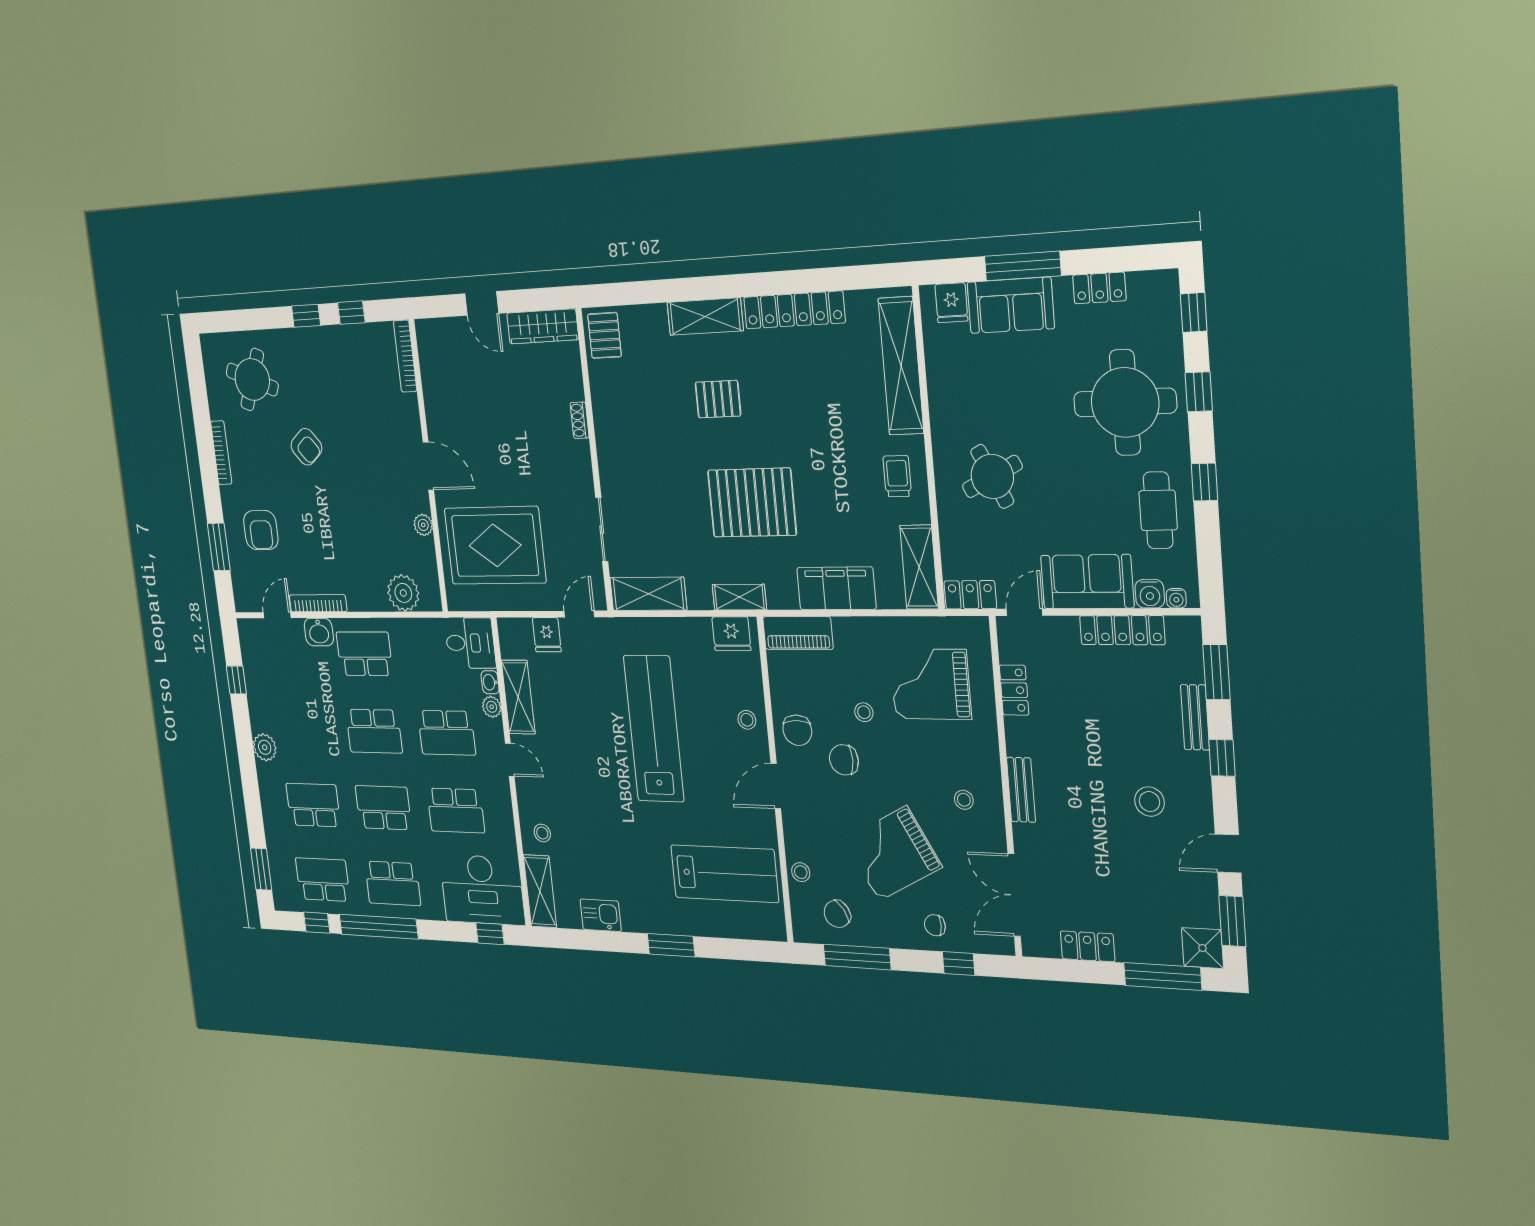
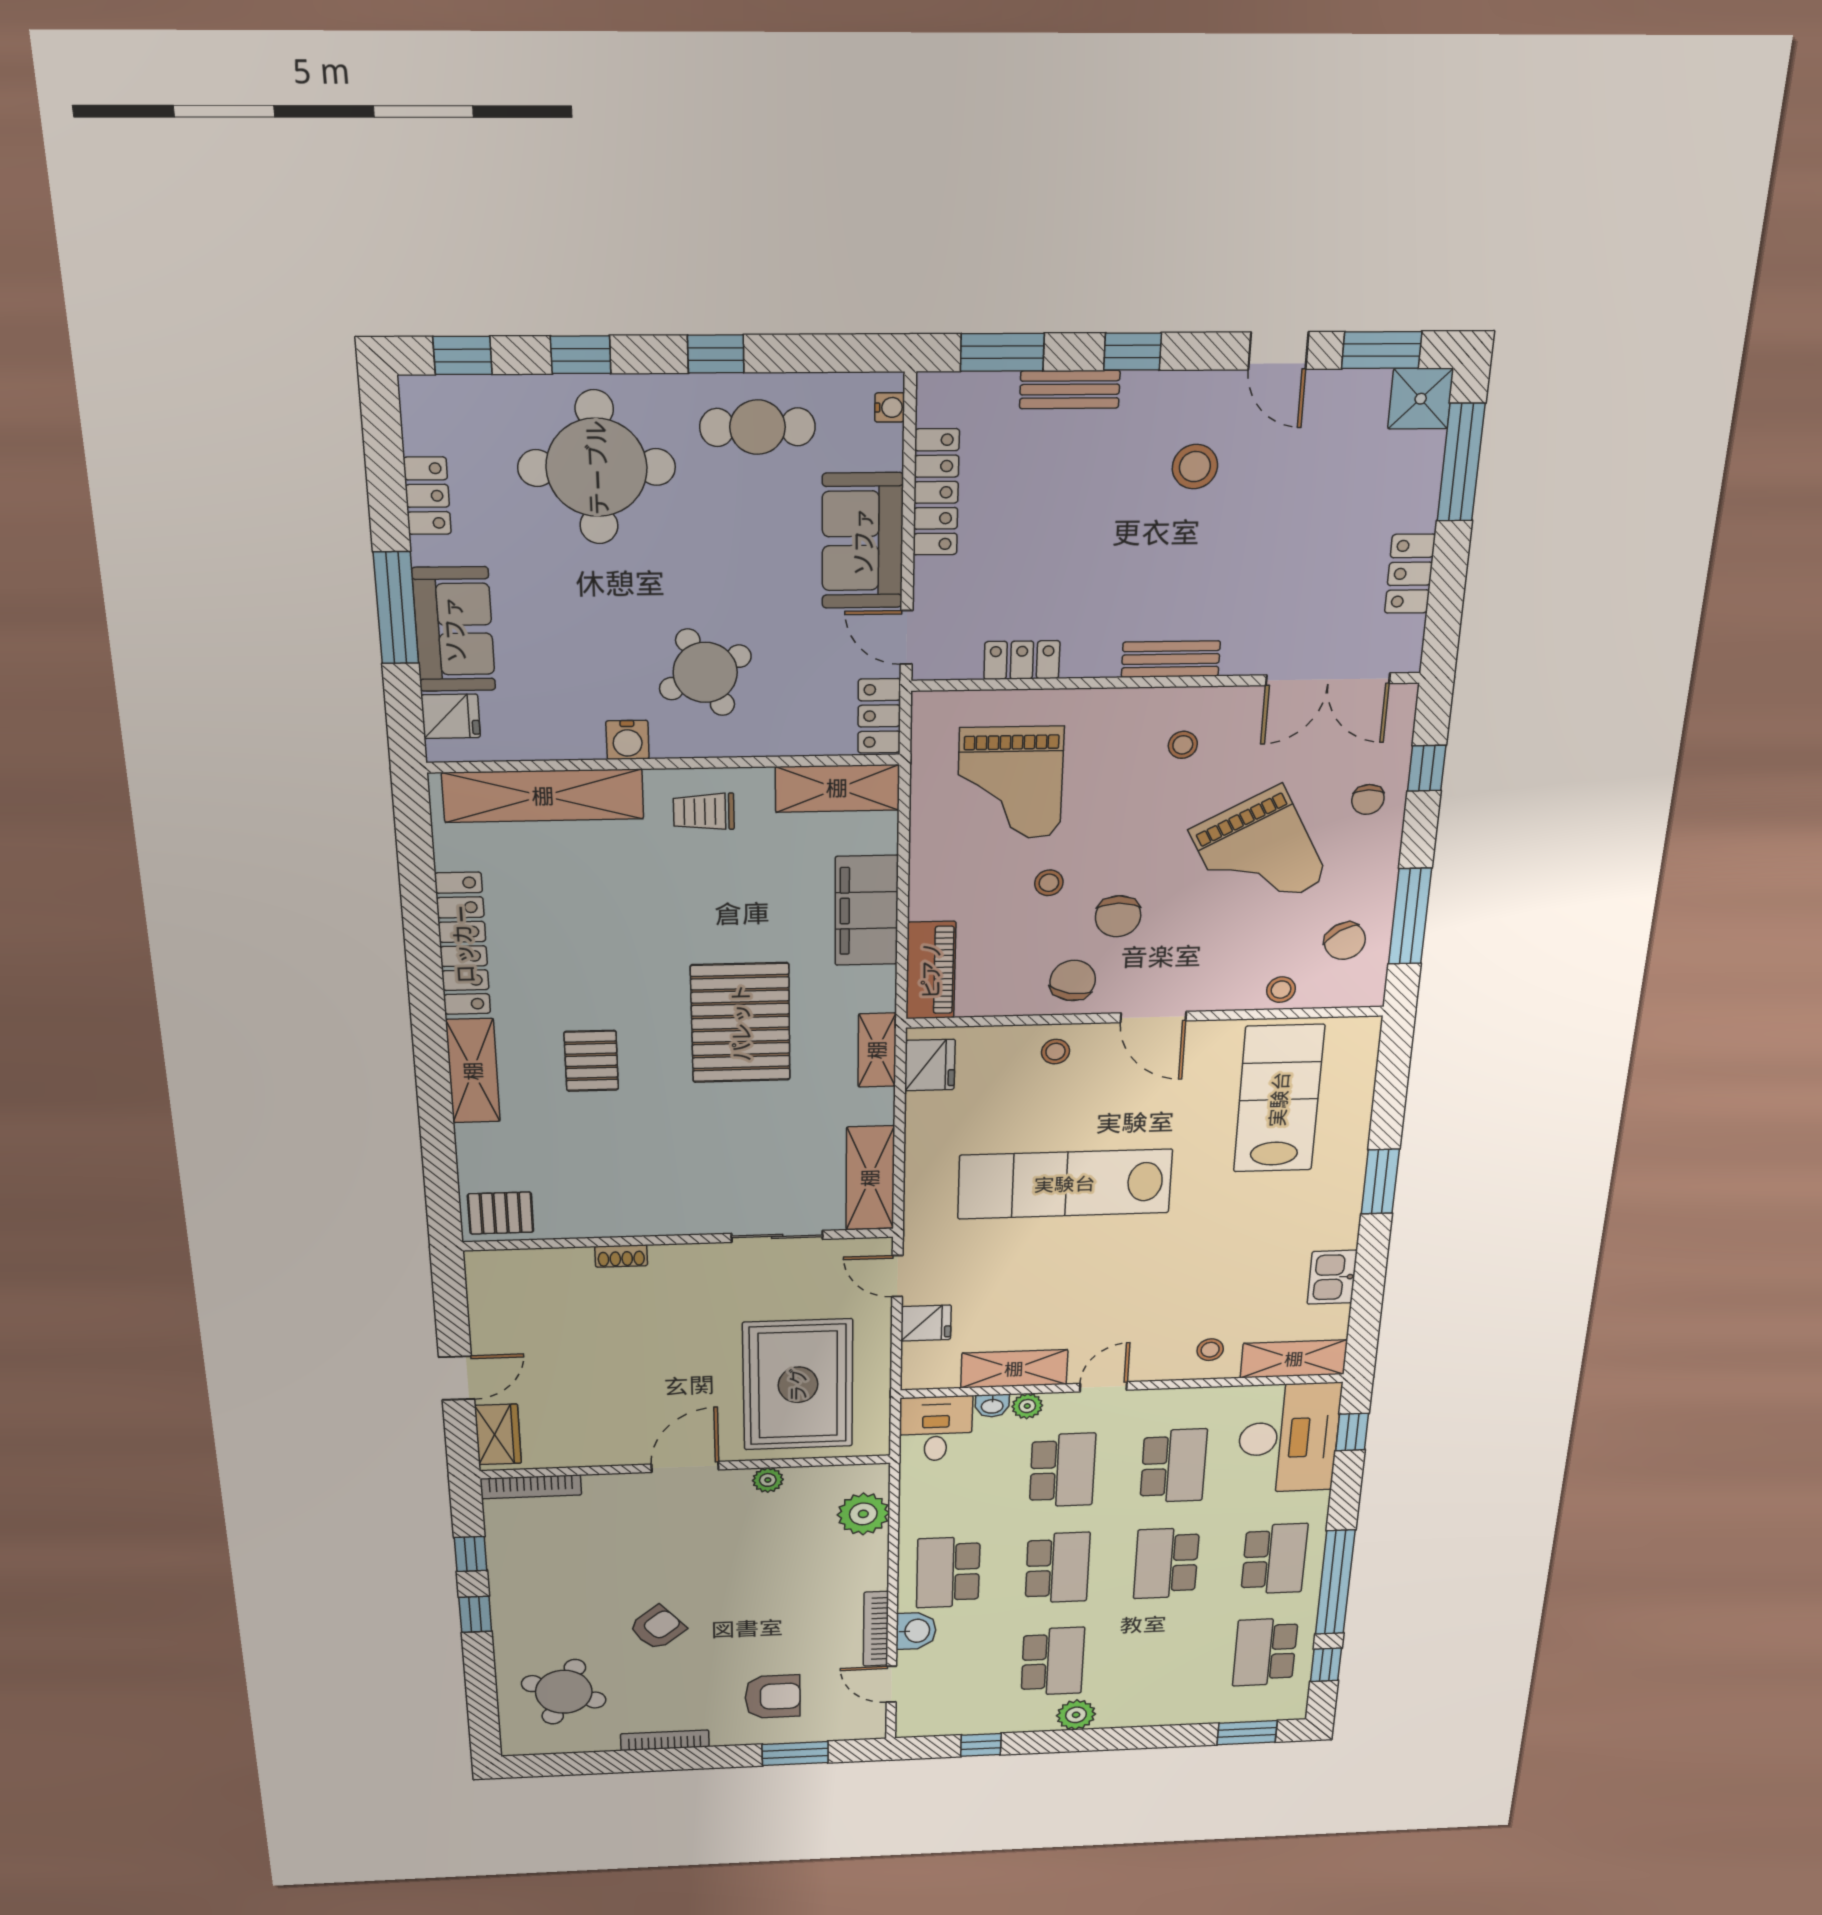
wardrobe: (543, 326) -> (498, 1434), moved, width x0.67
water cooler: (1150, 594) -> (627, 740), moved, turned 90
chair: (797, 730) -> (1073, 981), turned -79
school desk: (313, 805) -> (1053, 1661), moved, turned 180

